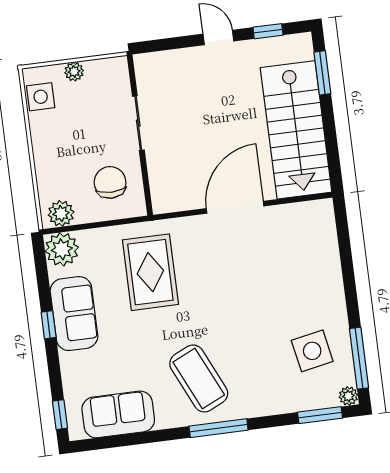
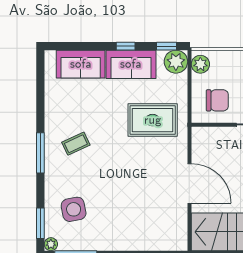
side table: (312, 351) -> (74, 209), moved
coffee table: (199, 378) -> (76, 144), width x0.54, depth x0.58
sofa: (118, 414) -> (81, 64), moved, turned 90
window: (60, 415) -> (167, 46), moved

